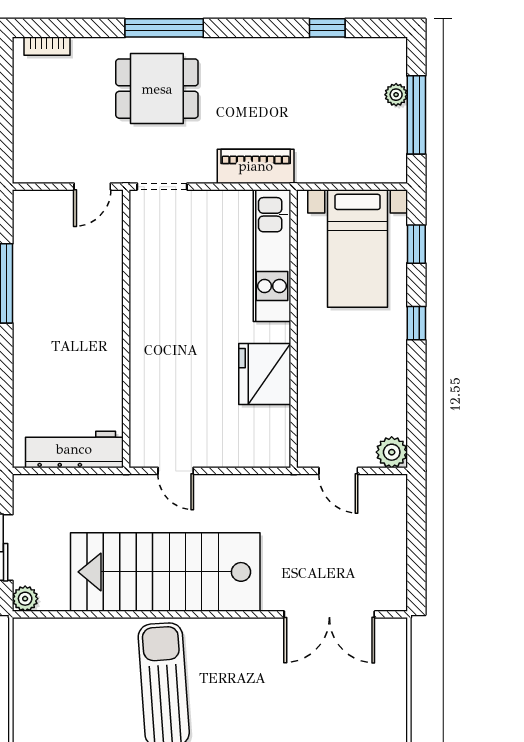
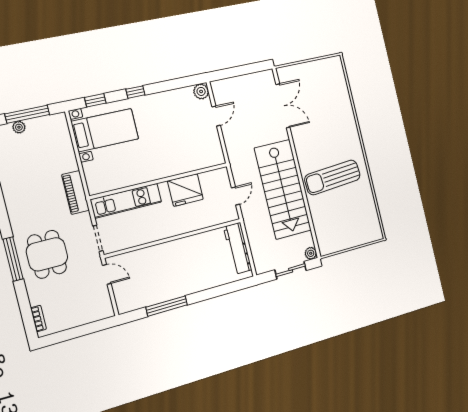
kitchen unit: (272, 256) -> (126, 201), moved
wall: (294, 329) -> (160, 181), moved
fridge: (265, 374) -> (185, 190), moved

